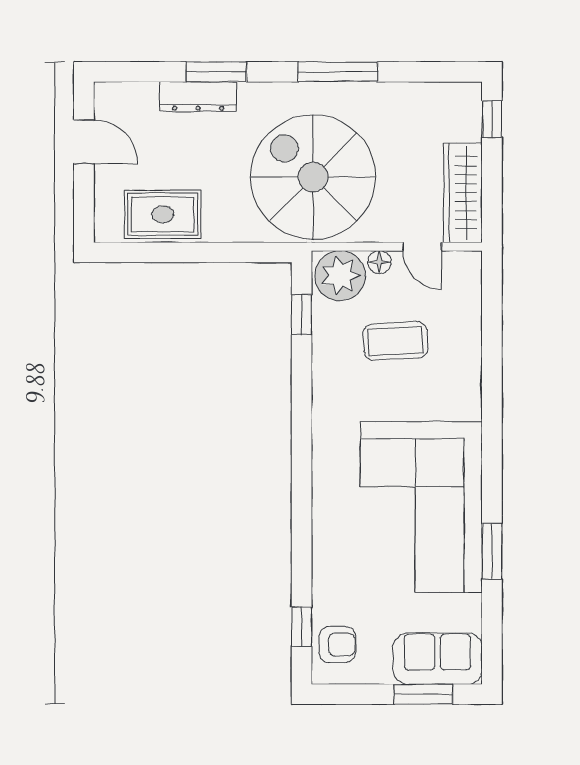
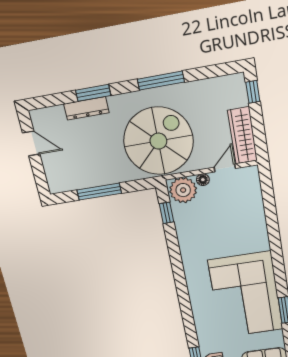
spiral stairs: (313, 177) -> (158, 141), turned 90
rug: (163, 214) -> (82, 174), removed
door: (422, 247) -> (225, 168), swing flipped
window: (186, 252) -> (99, 192), added
coffee table: (395, 341) -> (219, 218), removed

